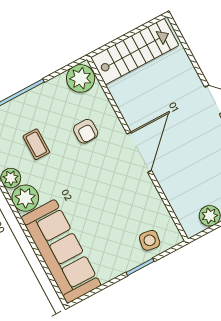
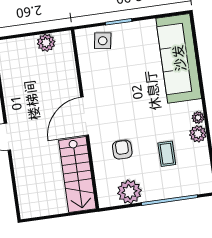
stairs: (135, 51) -> (77, 175), moved, turned -90
plant: (81, 78) -> (129, 192), moved
plant: (25, 198) -> (198, 118), width x0.53, depth x0.53

